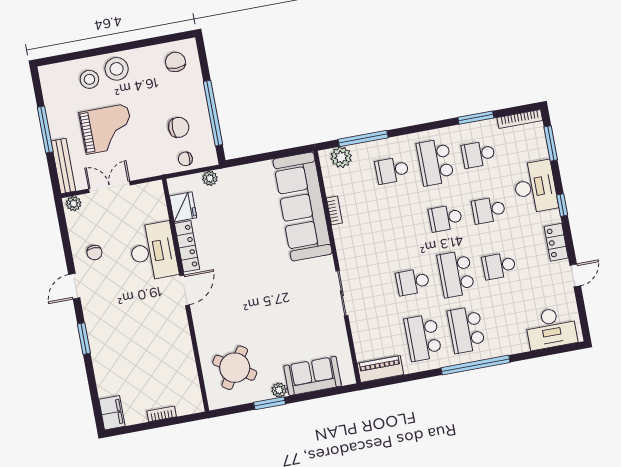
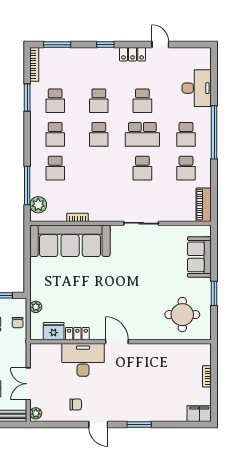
school desk: (435, 162) -> (55, 134), width x0.54
desk: (535, 187) -> (88, 62), removed
locker: (187, 246) -> (77, 334), width x0.66
desk: (551, 328) -> (197, 88), moved
school desk: (466, 330) -> (186, 134), width x0.54
school desk: (423, 338) -> (186, 168), width x0.54
round table: (235, 368) -> (182, 315), turned -33
plant: (279, 390) -> (205, 284), removed

